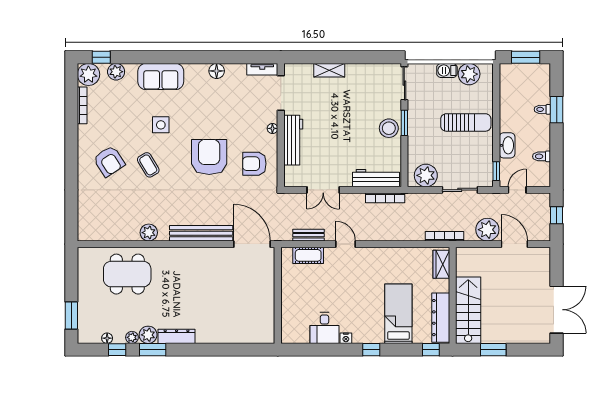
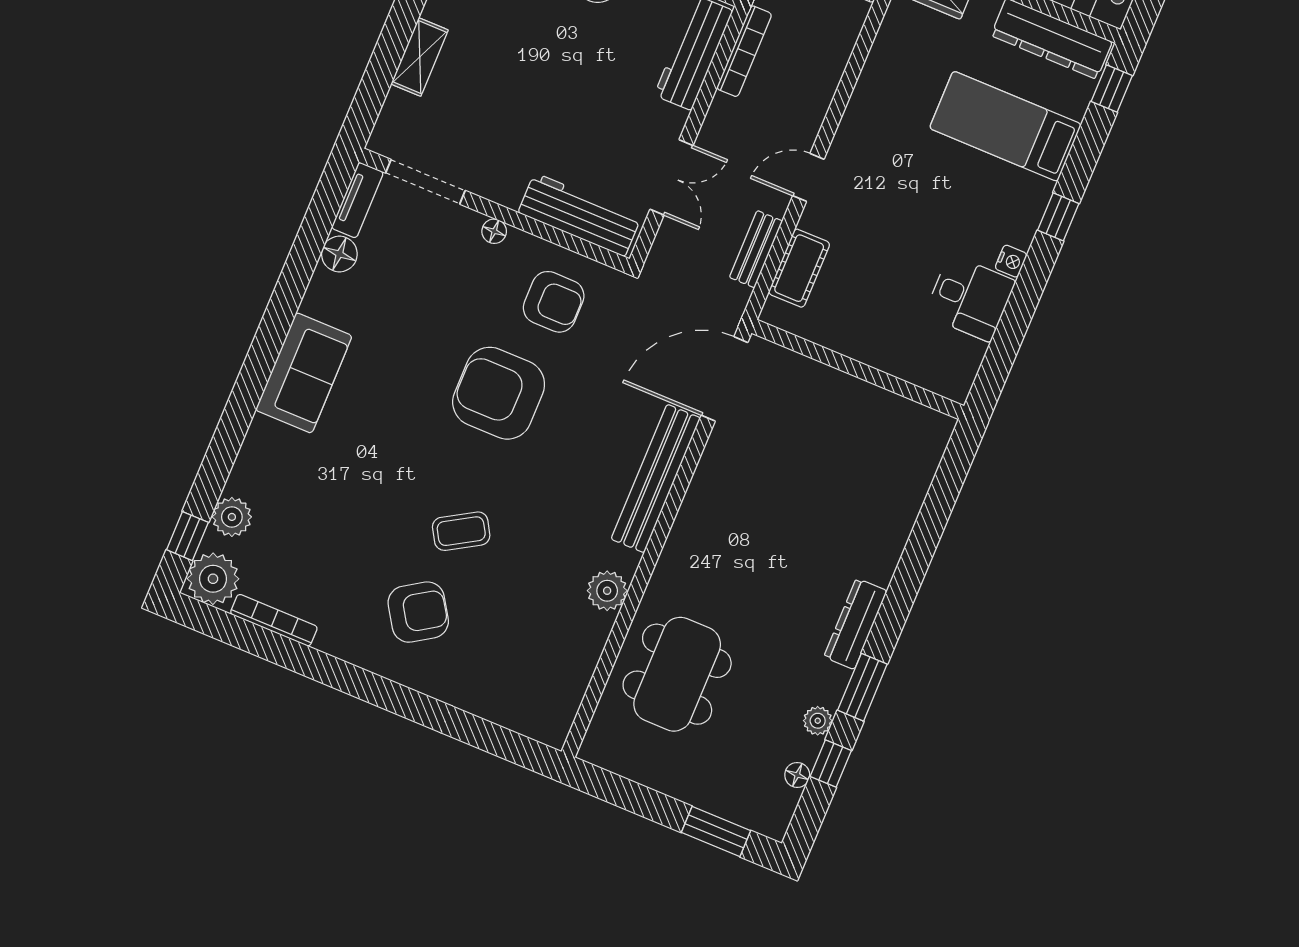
floor lamp: (217, 71) -> (339, 254), moved
sofa: (161, 76) -> (304, 373), moved
side table: (161, 125) -> (386, 468), removed
workbench: (293, 140) -> (580, 215), moved
armchair: (254, 164) -> (554, 302), turned -90
plant: (148, 335) -> (827, 684), removed

